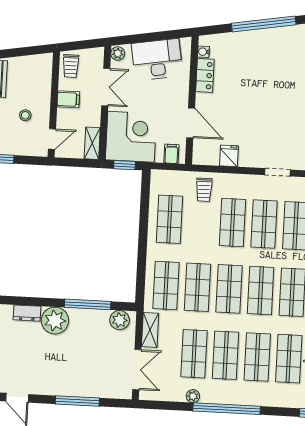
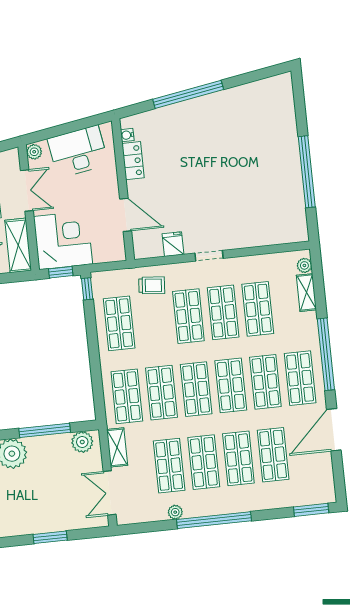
shelving: (92, 143) -> (18, 245), width x1.50, depth x1.33
filing cabinet: (171, 154) -> (110, 252), removed
doorway: (277, 172) -> (209, 256), moved
window: (146, 184) -> (87, 289), added
trolley: (204, 190) -> (152, 285), turned -85
double door: (137, 370) -> (110, 493), swing flipped
window: (77, 401) -> (50, 537), width x0.69

